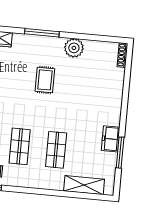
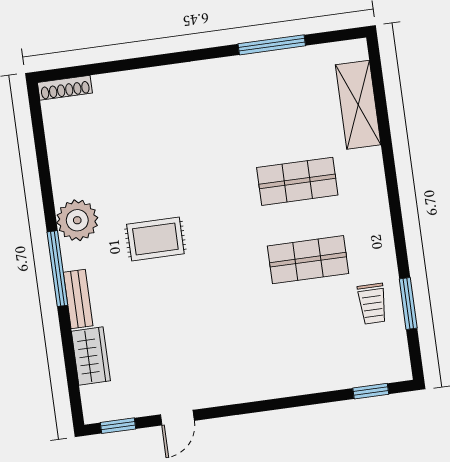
bench: (26, 39) -> (78, 299), added
plant: (74, 48) -> (77, 220), moved
freezer: (111, 139) -> (248, 72), removed

